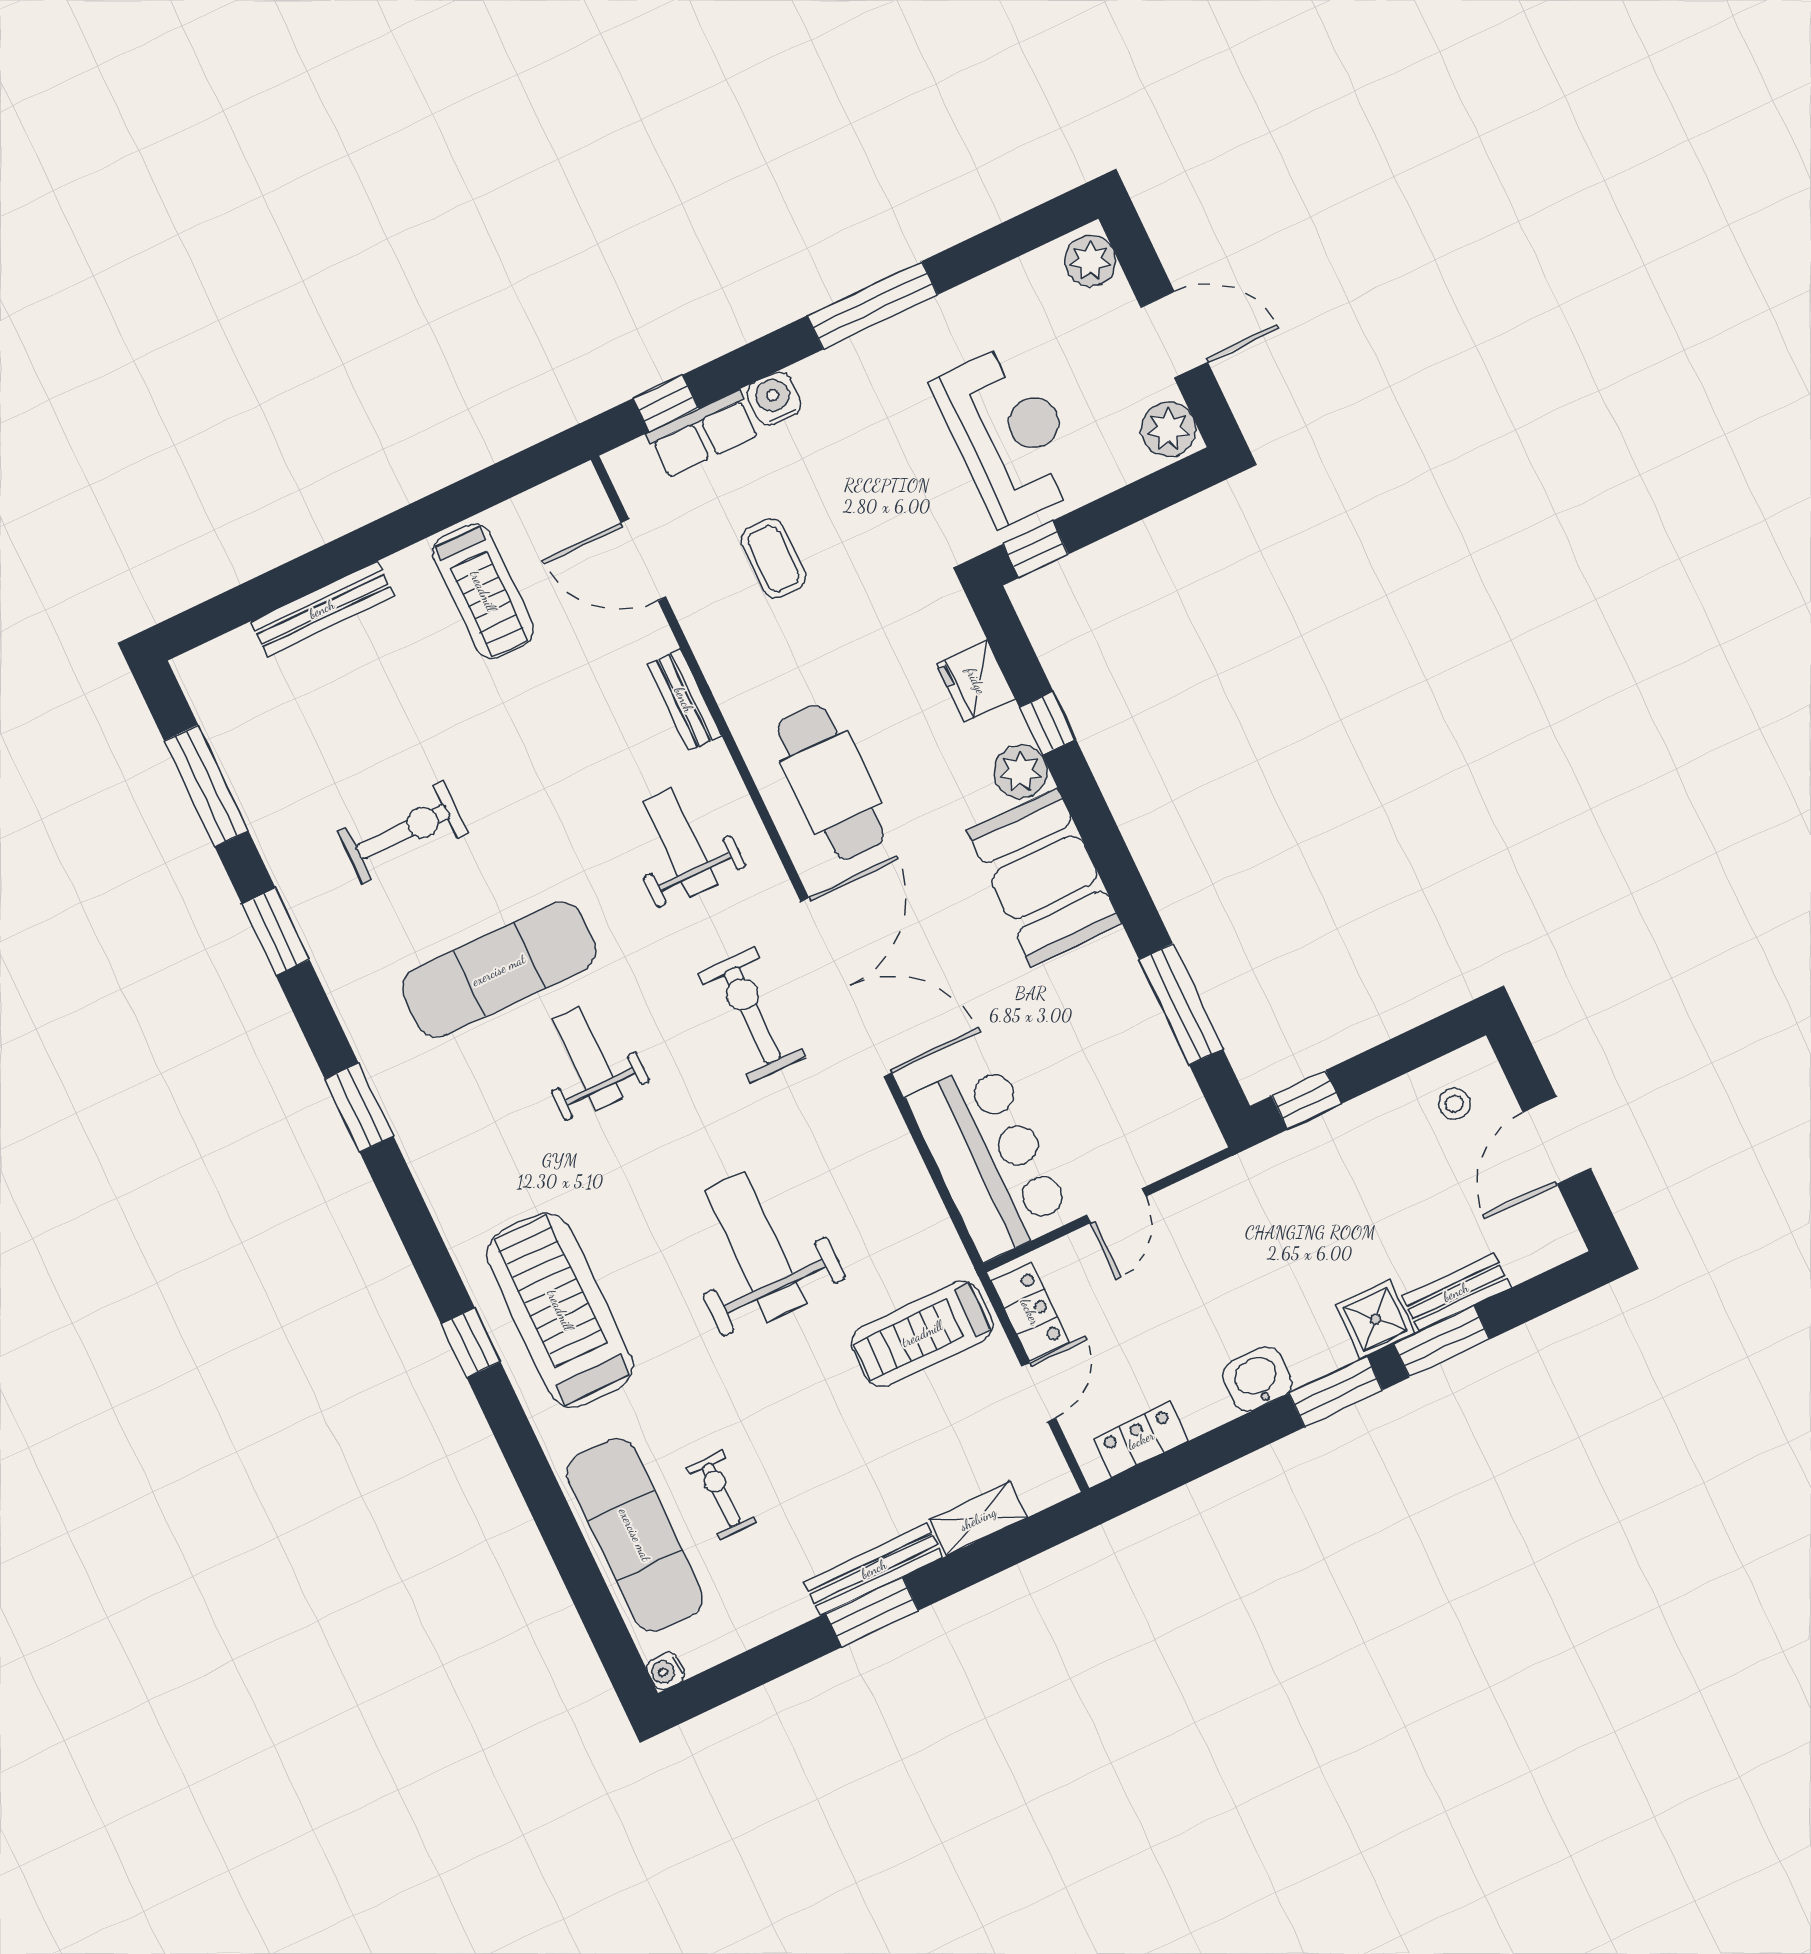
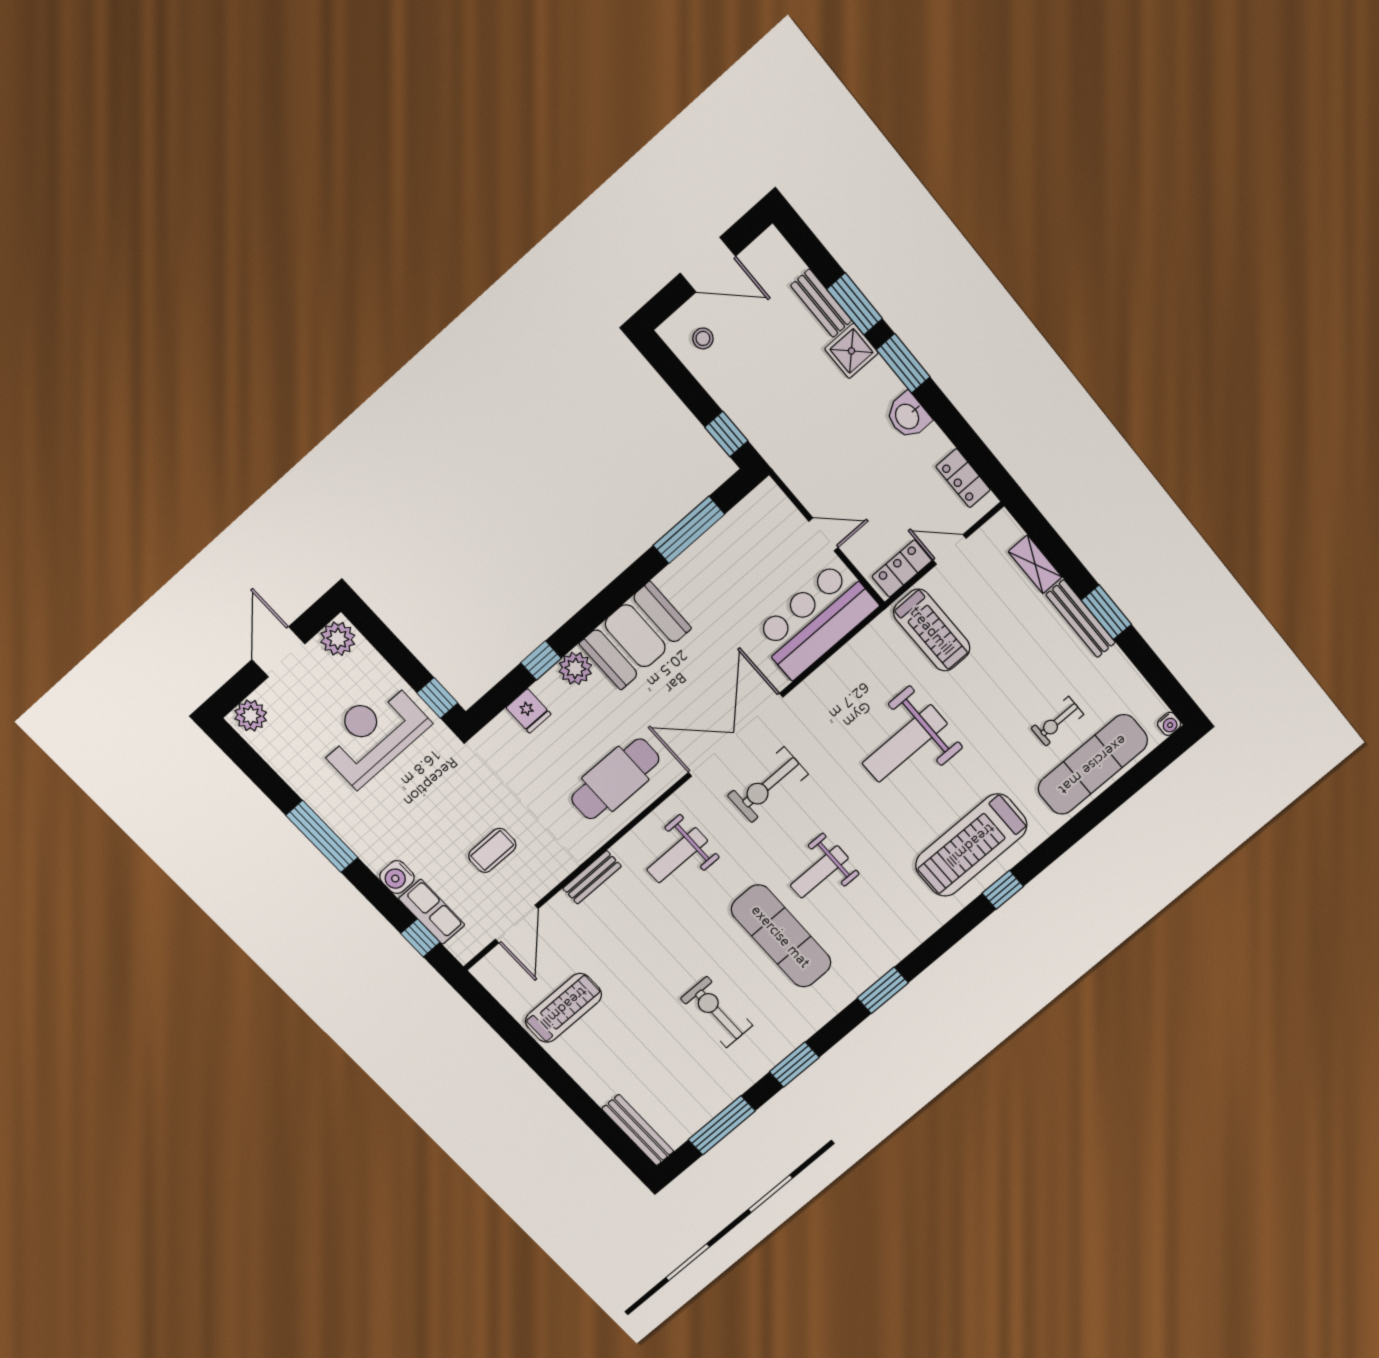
bench: (322, 609) -> (638, 1130), moved
fridge: (976, 681) -> (528, 711), width x0.72

